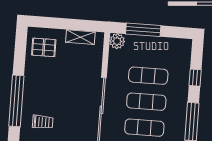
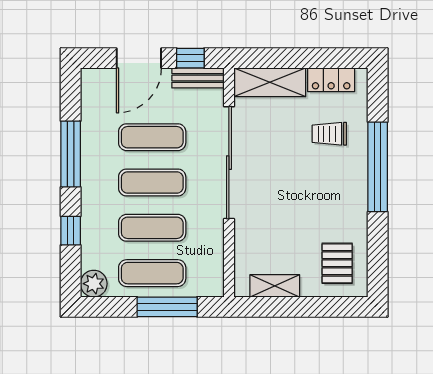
plant: (117, 41) -> (94, 284), moved
pallet: (44, 47) -> (337, 263), turned 90
exercise mat: (150, 50) -> (152, 273), added

